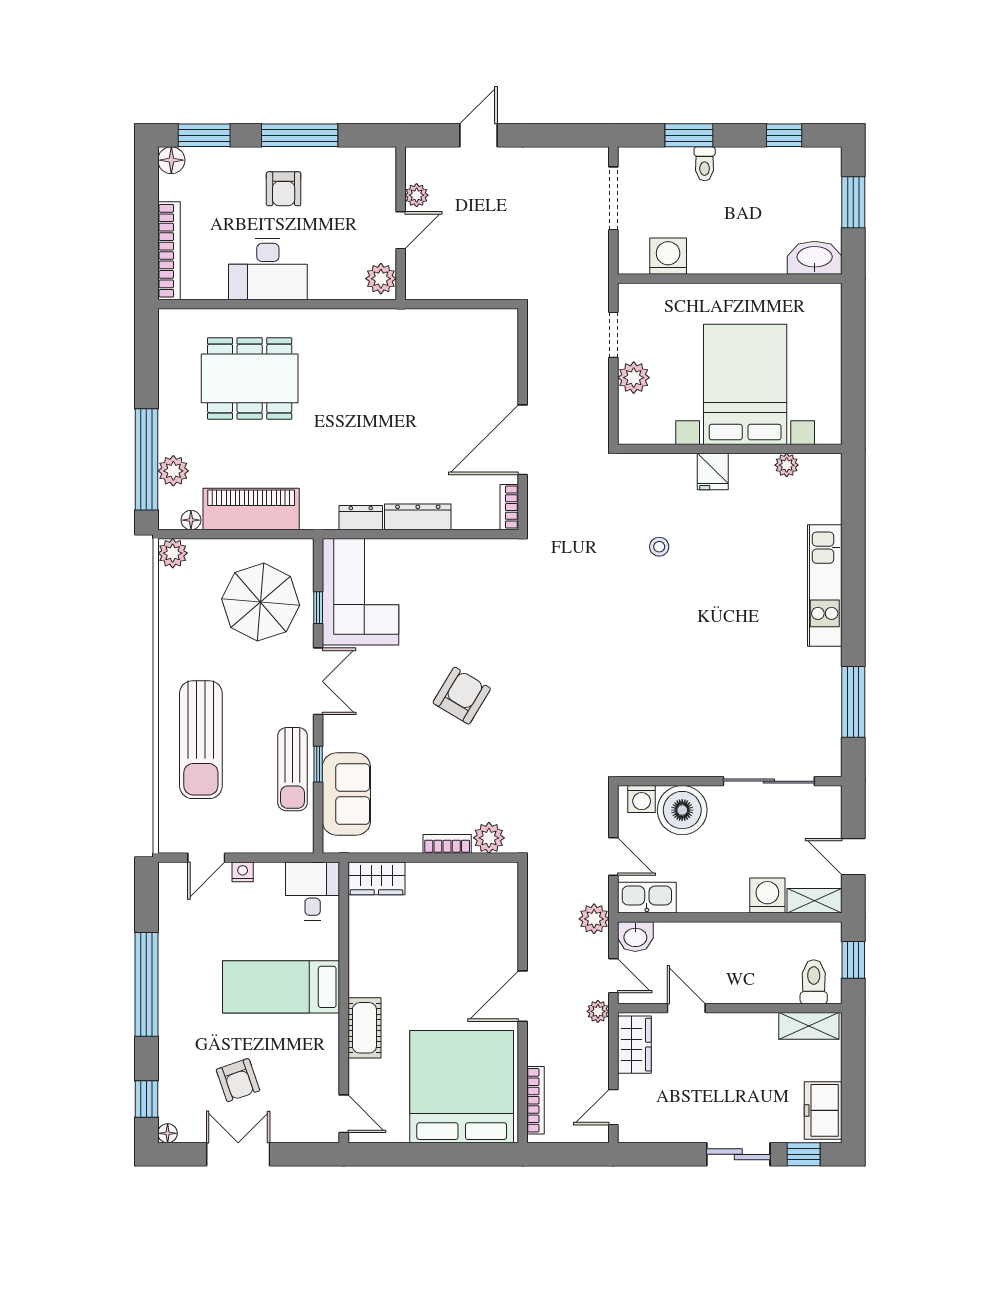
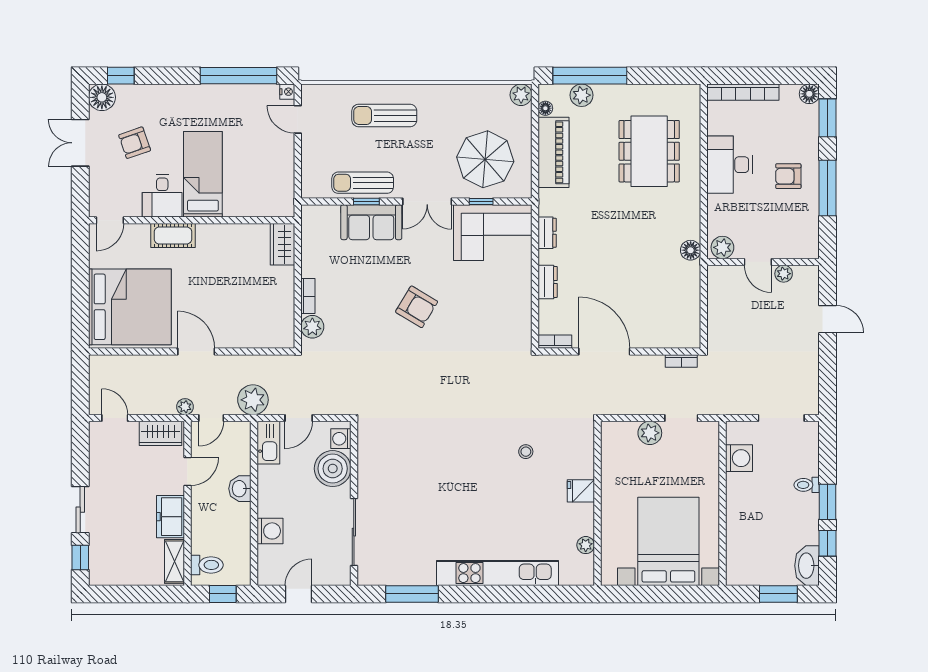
window: (689, 135) -> (828, 502), moved
washbasin: (815, 258) -> (807, 566), moved, turned 180
floor lamp: (385, 322) -> (691, 250), added
bed with nightstands: (745, 384) -> (668, 541), moved, turned -90
dresser: (418, 517) -> (548, 282), width x0.70
kitchen unit: (825, 585) -> (497, 573), width x1.36
sun lounger: (201, 740) -> (384, 115), width x0.73, depth x0.75
sofa: (346, 794) -> (371, 222), moved
nightstand: (243, 872) -> (287, 92), moved
desk: (313, 891) -> (162, 196), moved, turned 90
shelving: (815, 901) -> (266, 566), removed
plant: (594, 919) -> (253, 400), width x1.36, depth x1.36
washbasin: (635, 937) -> (240, 489), moved
window: (146, 984) -> (238, 76), moved
bookcase: (535, 1100) -> (681, 361), moved, width x0.64
freezer: (823, 1110) -> (171, 517), moved, turned -90
floor lamp: (168, 1133) -> (102, 97), width x1.89, depth x1.89
double door: (238, 1154) -> (80, 143), swing flipped

